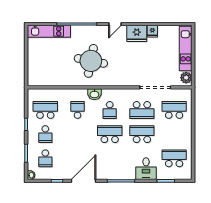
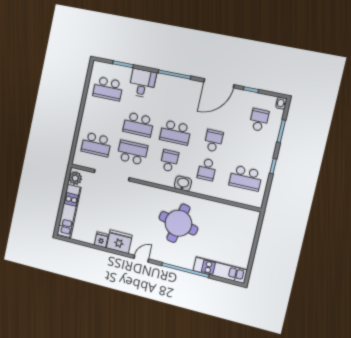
school desk: (45, 134) -> (213, 141), moved

